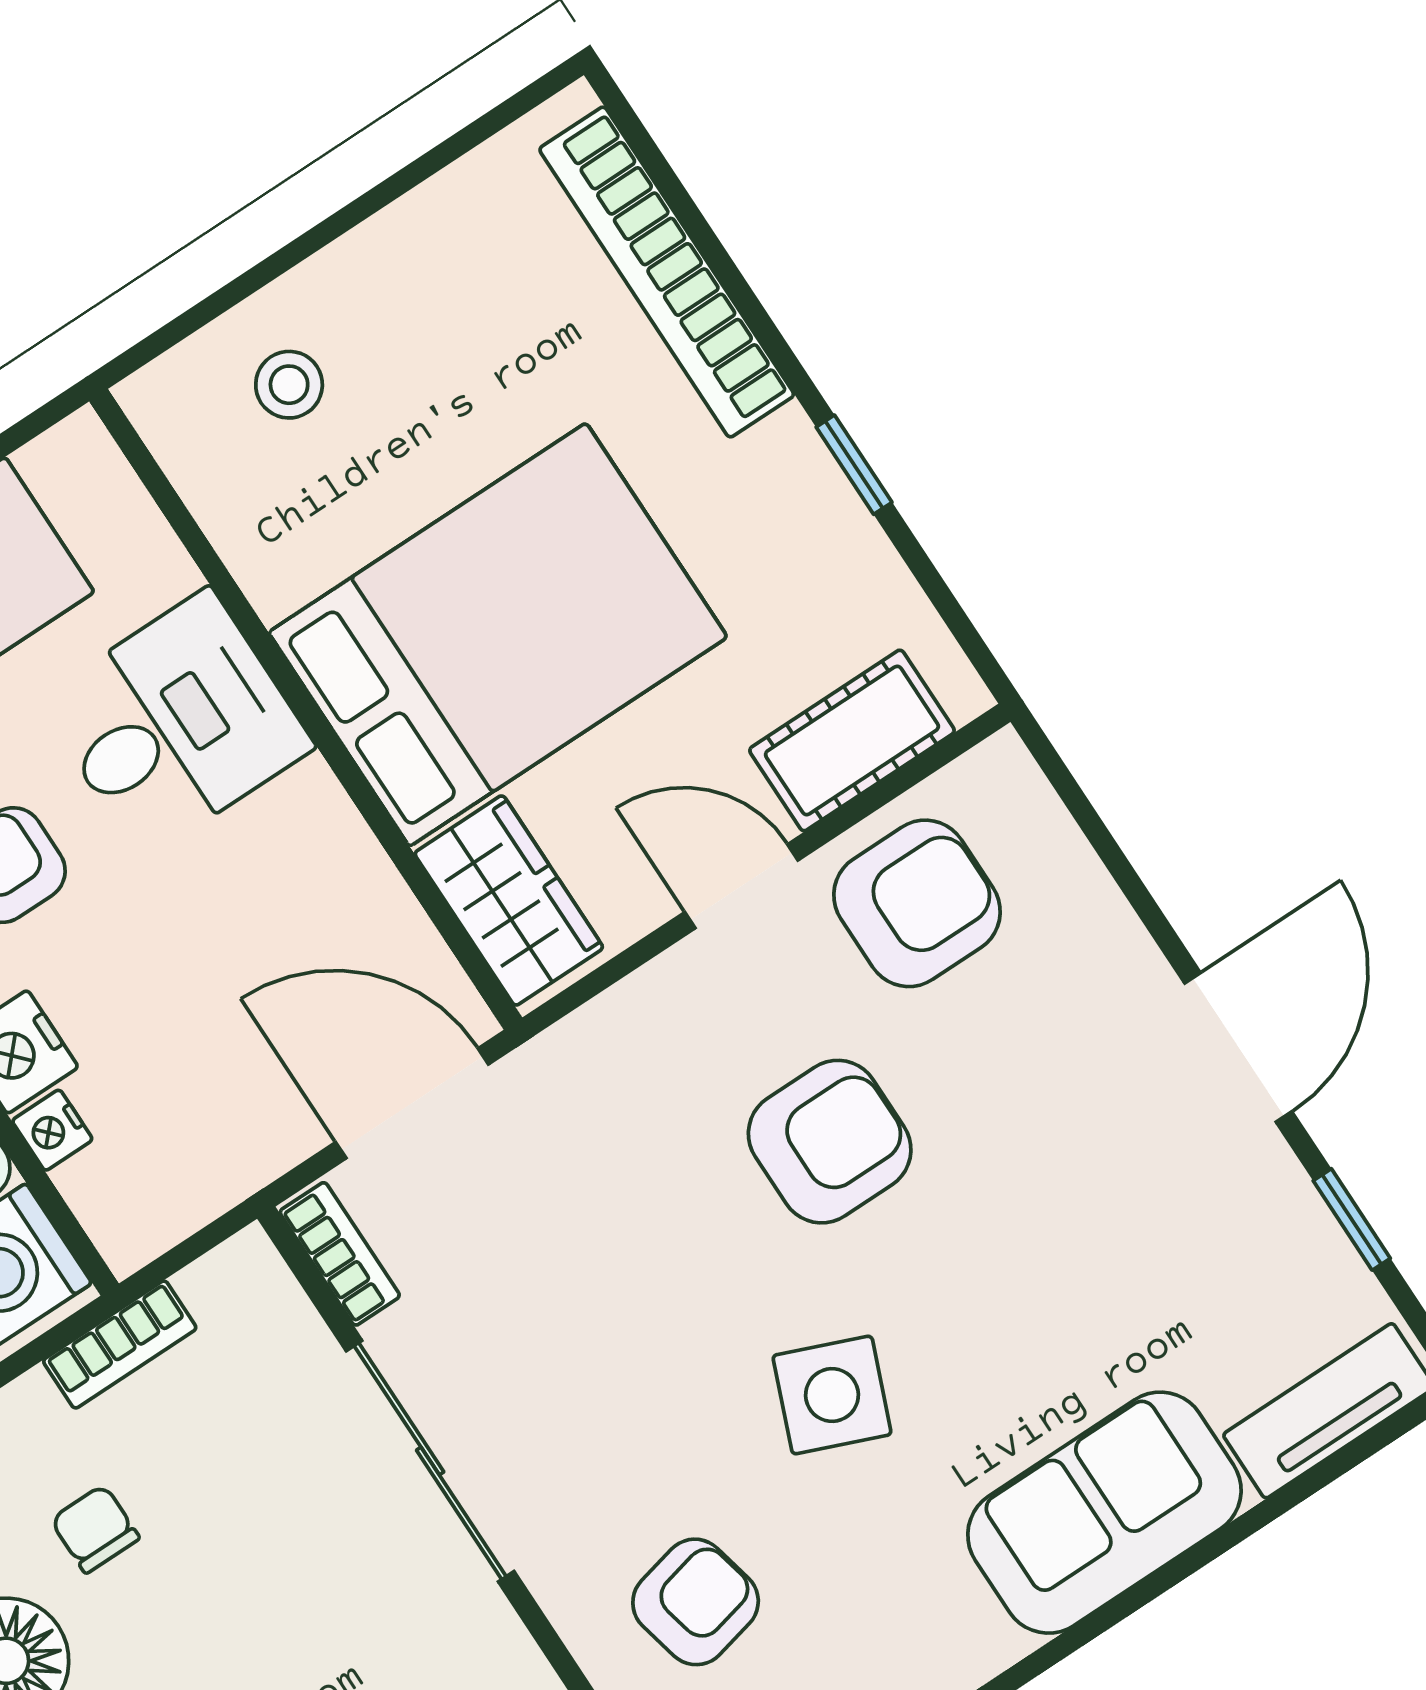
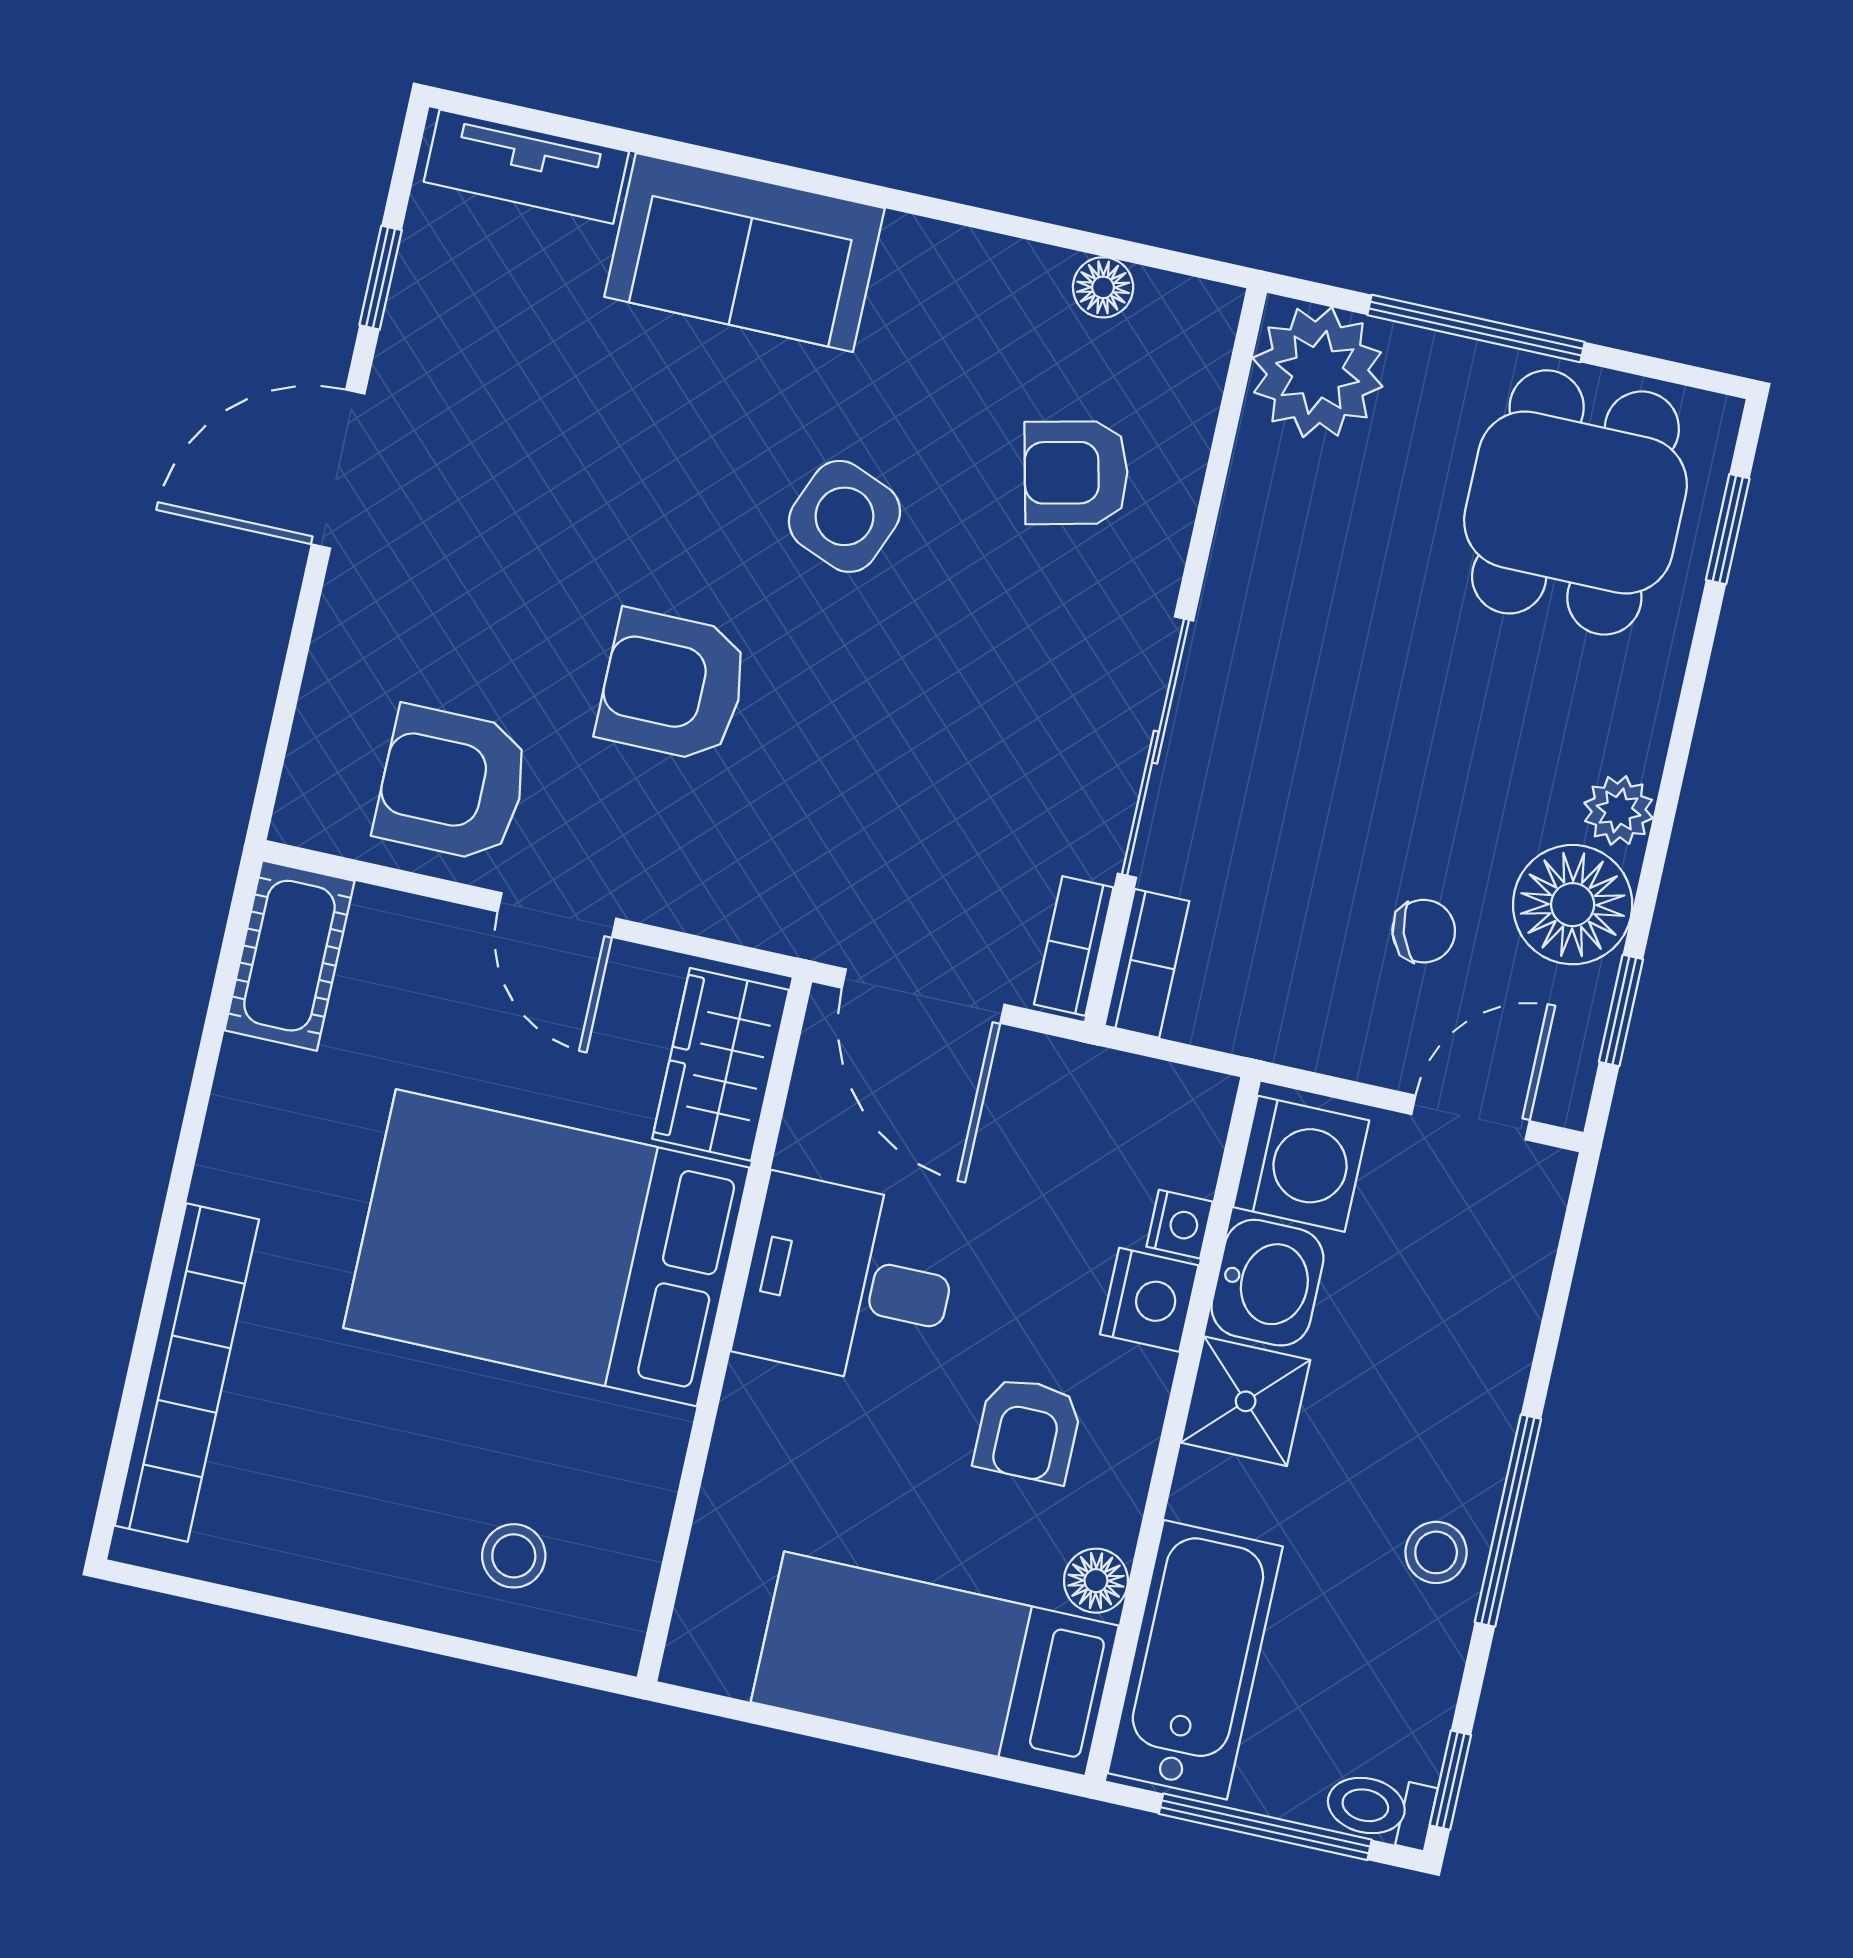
window: (854, 465) -> (194, 1117), removed
desk: (176, 724) -> (848, 1282), moved
cot: (852, 741) -> (289, 956), moved, turned 90
bookcase: (120, 1344) -> (1147, 963), moved, turned 90
chair: (95, 1529) -> (1424, 931), turned -108

